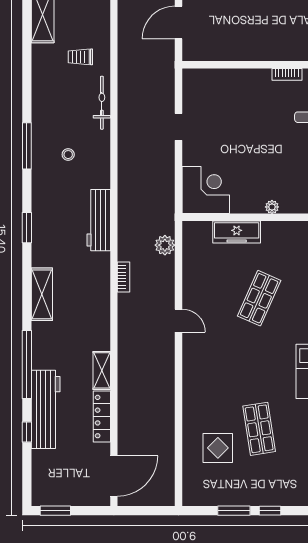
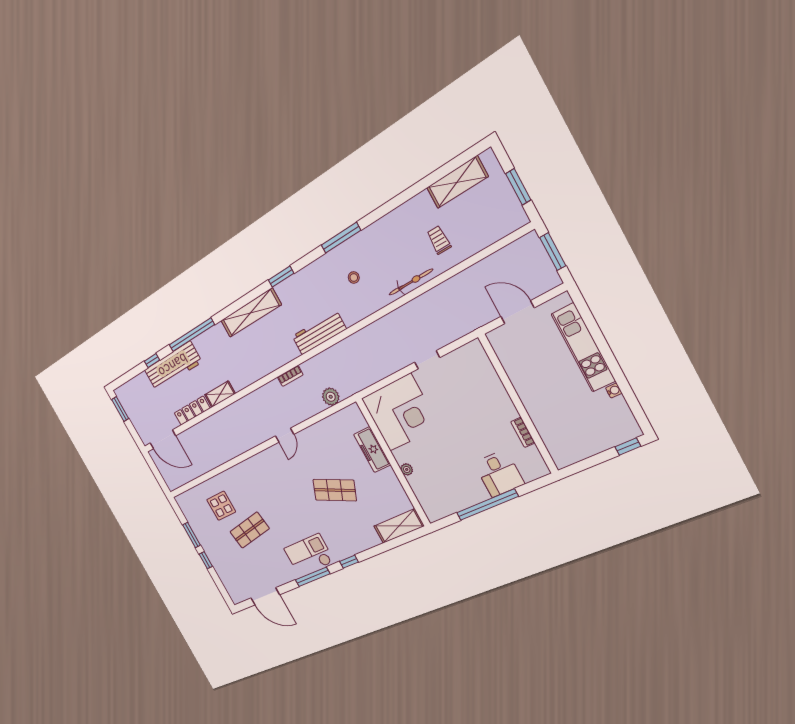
corner desk: (206, 190) -> (400, 412), width x1.36, depth x1.36
shelving: (42, 294) -> (251, 313), width x1.47

